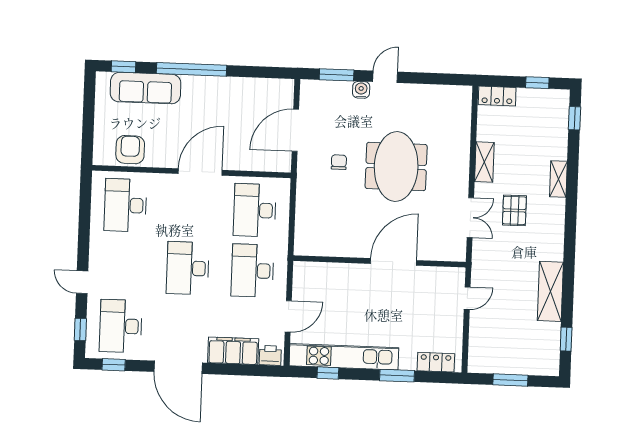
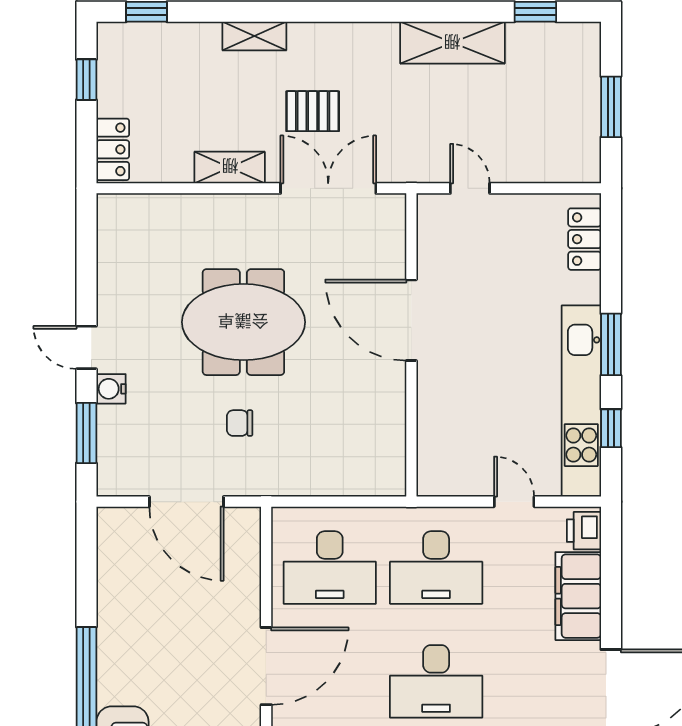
door: (200, 172) -> (266, 666), swing flipped
double door: (470, 218) -> (328, 188), width x1.37
door: (288, 316) -> (514, 502), width x0.73
window: (397, 376) -> (611, 344), moved

